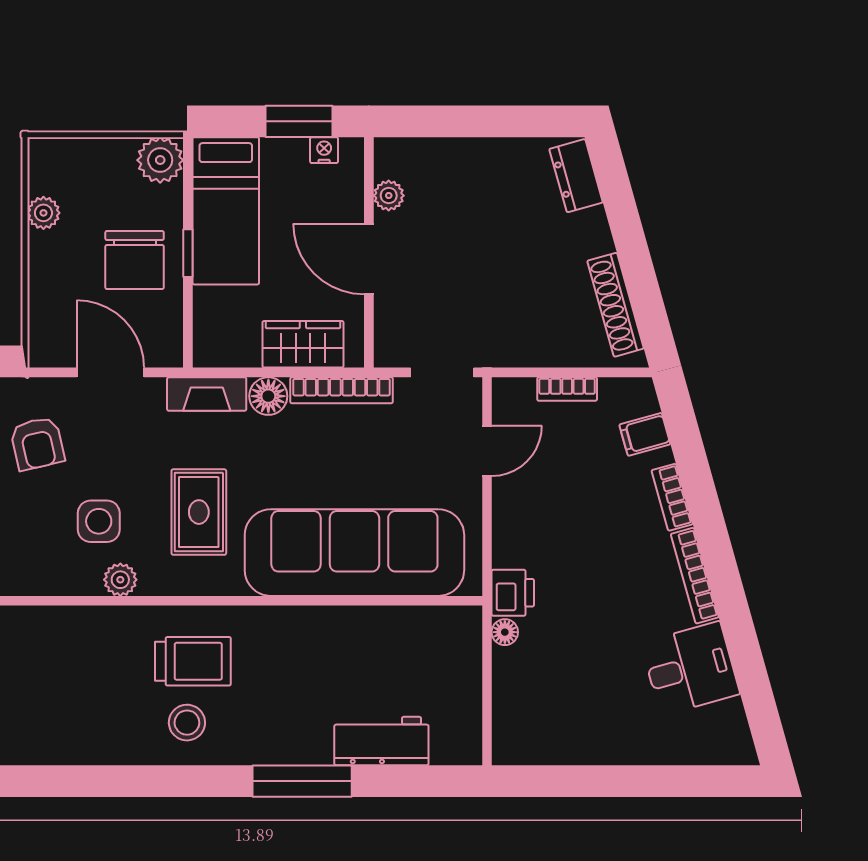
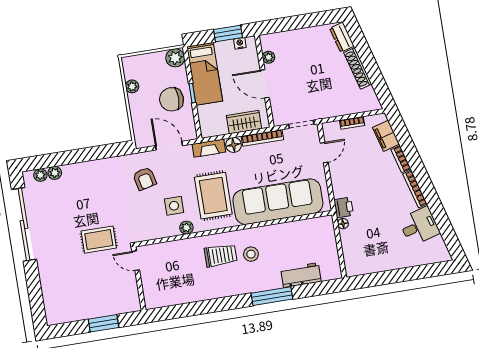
chair: (135, 260) -> (171, 99), turned 90
shoe rack: (615, 305) -> (358, 68), moved
filing cabinet: (645, 434) -> (386, 136), width x2.00
rug: (199, 512) -> (213, 196), width x1.36, depth x1.43
stool: (187, 723) -> (251, 254), moved

